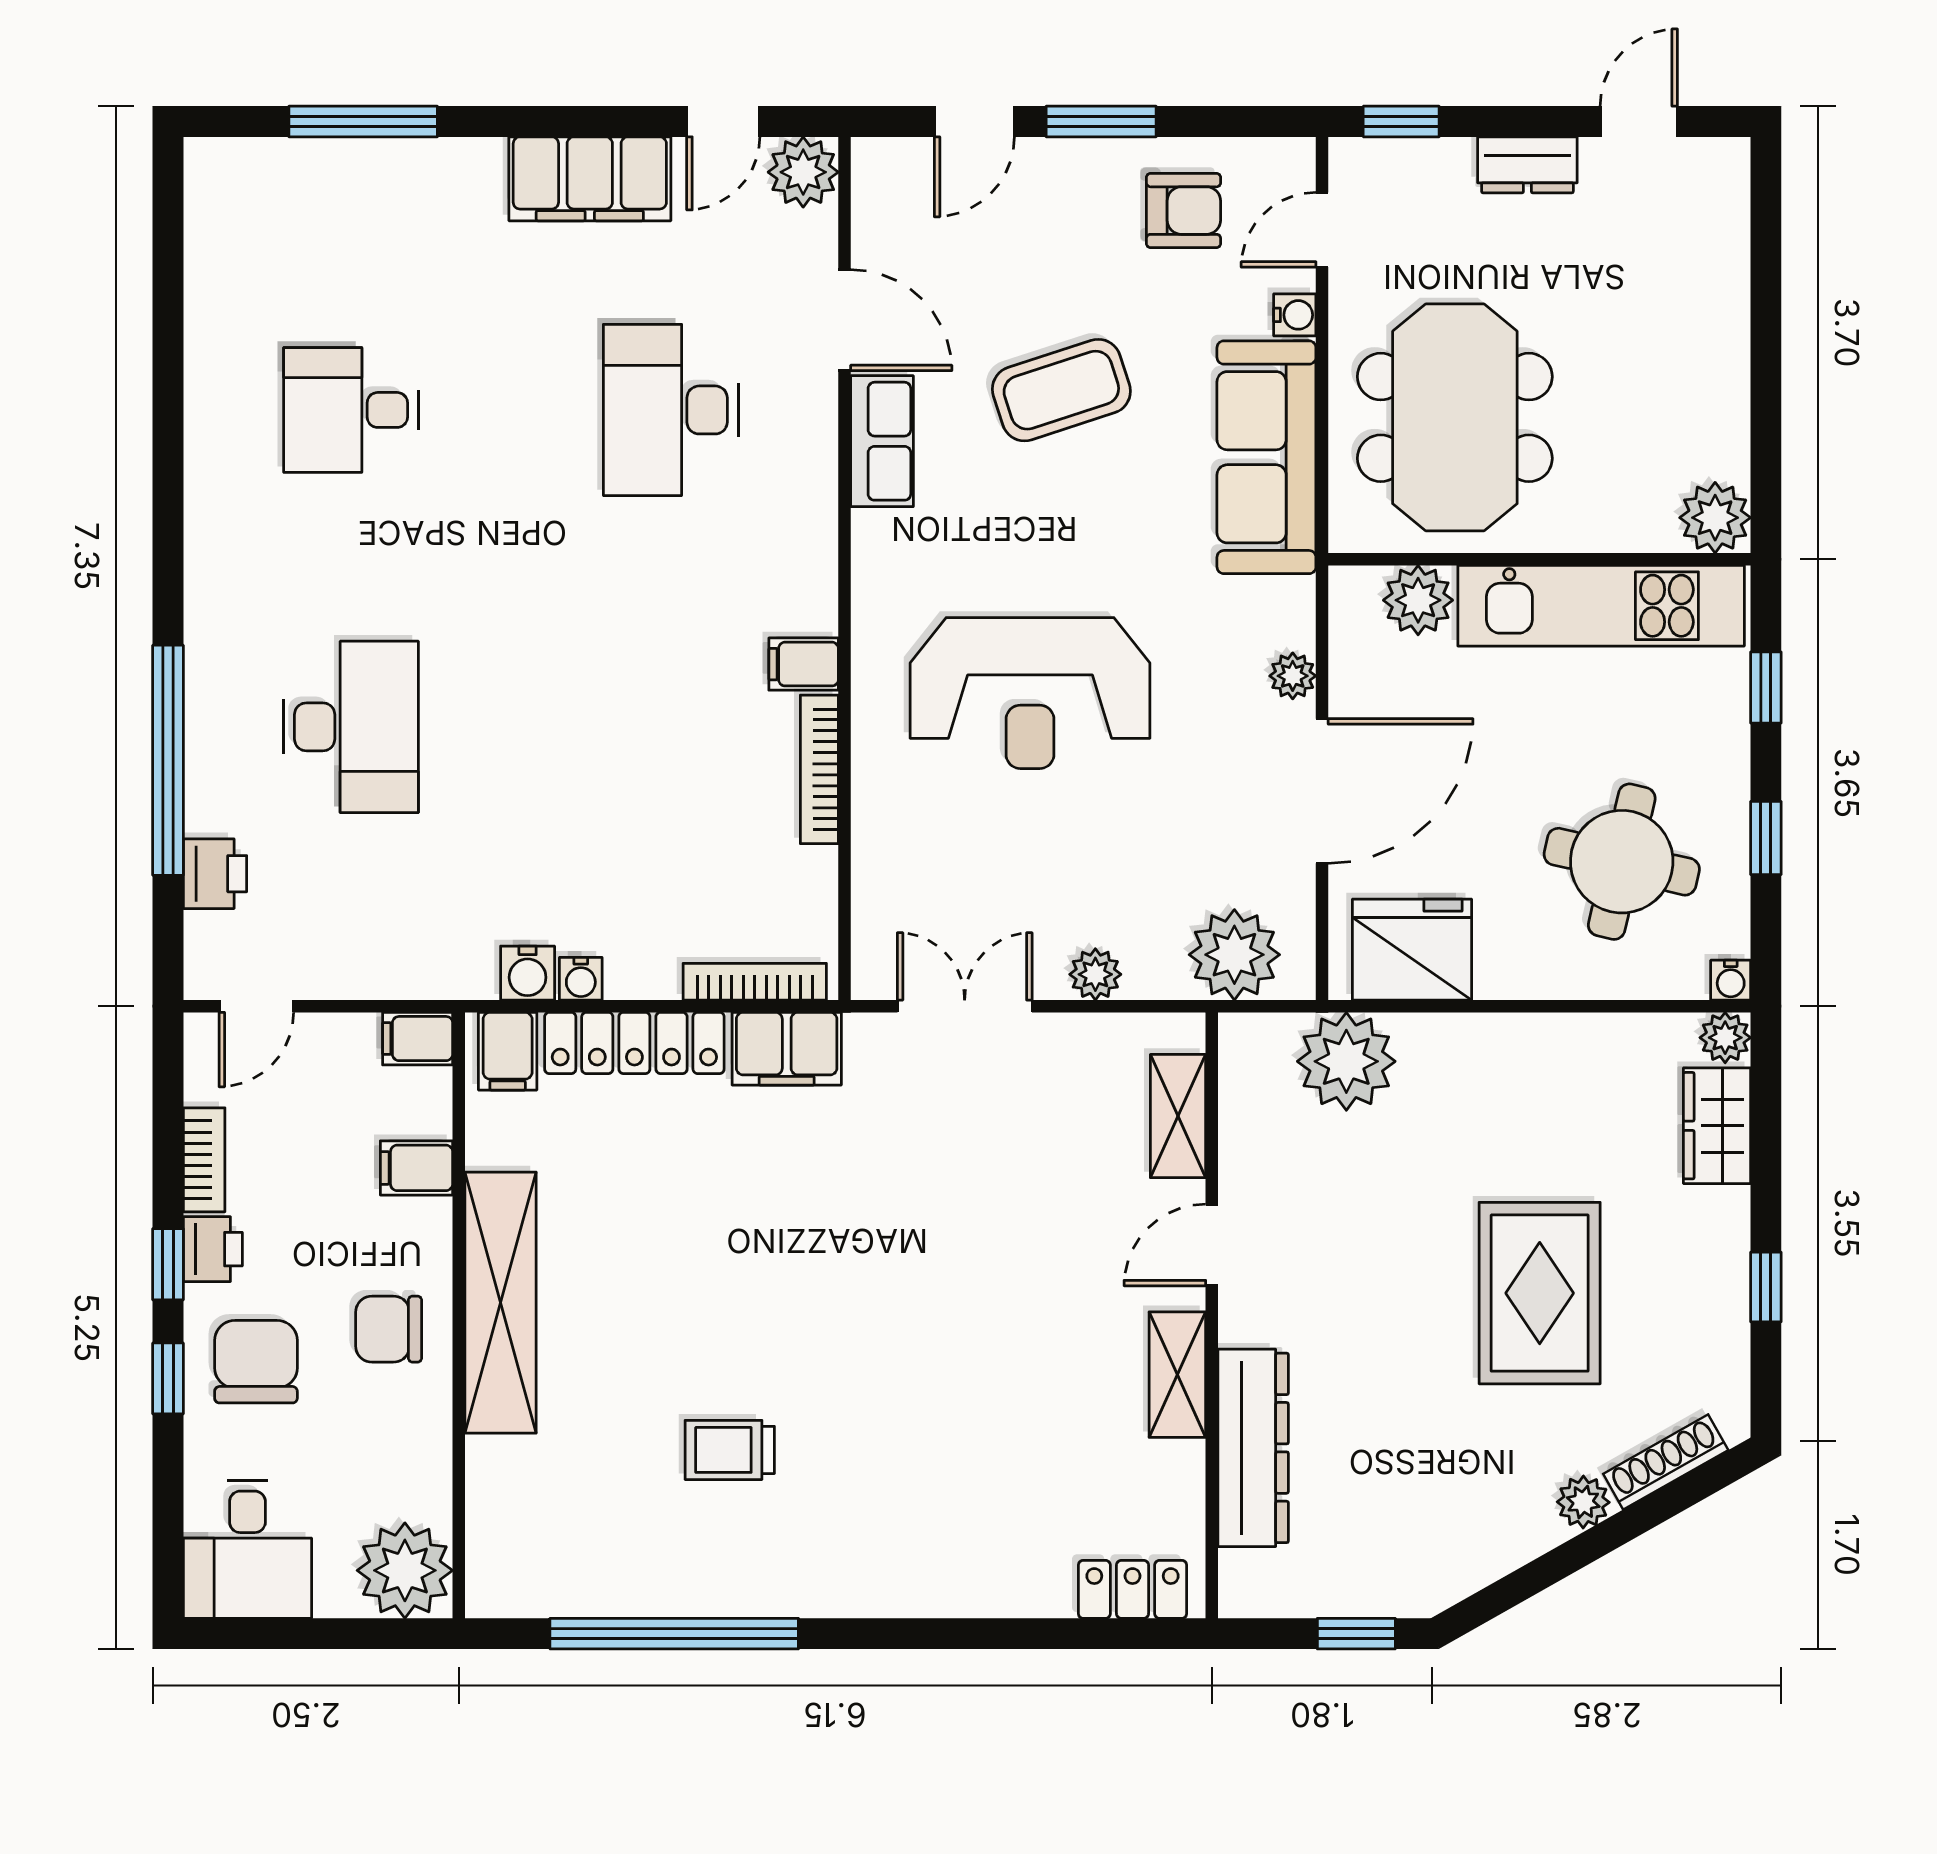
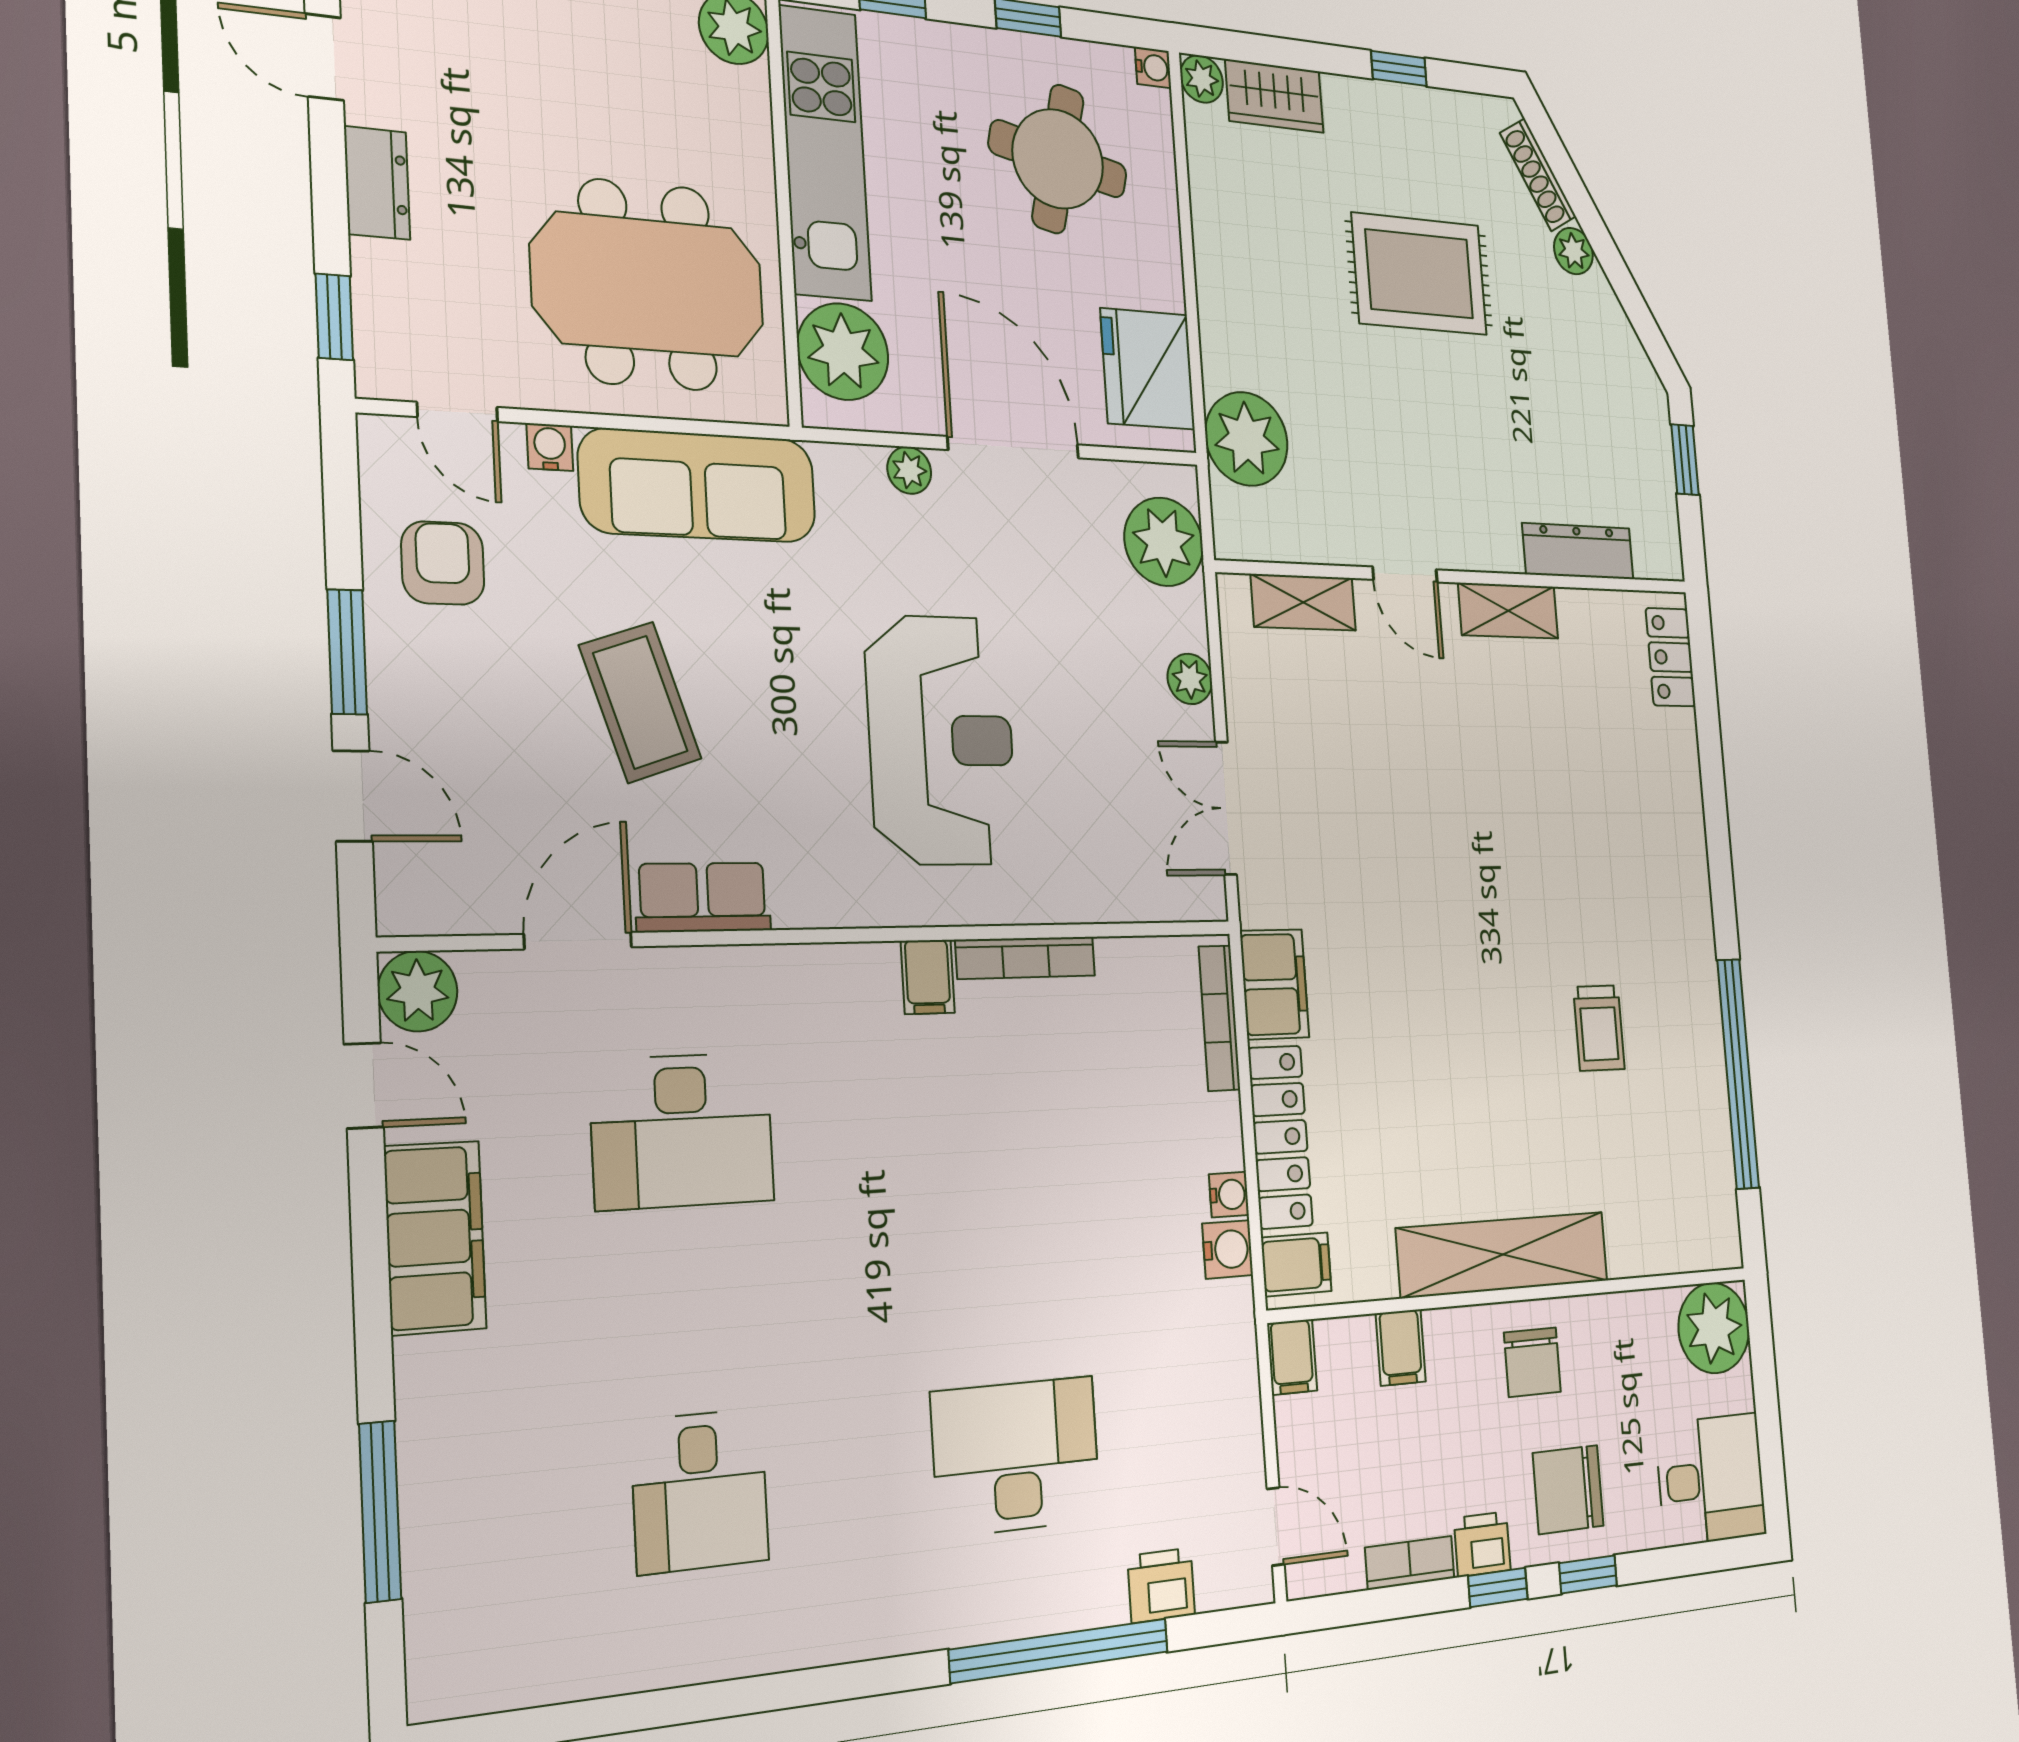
plant: (1418, 600) -> (843, 352), width x1.36, depth x1.36
dresser: (1253, 1448) -> (1578, 551), width x0.73, depth x0.80

